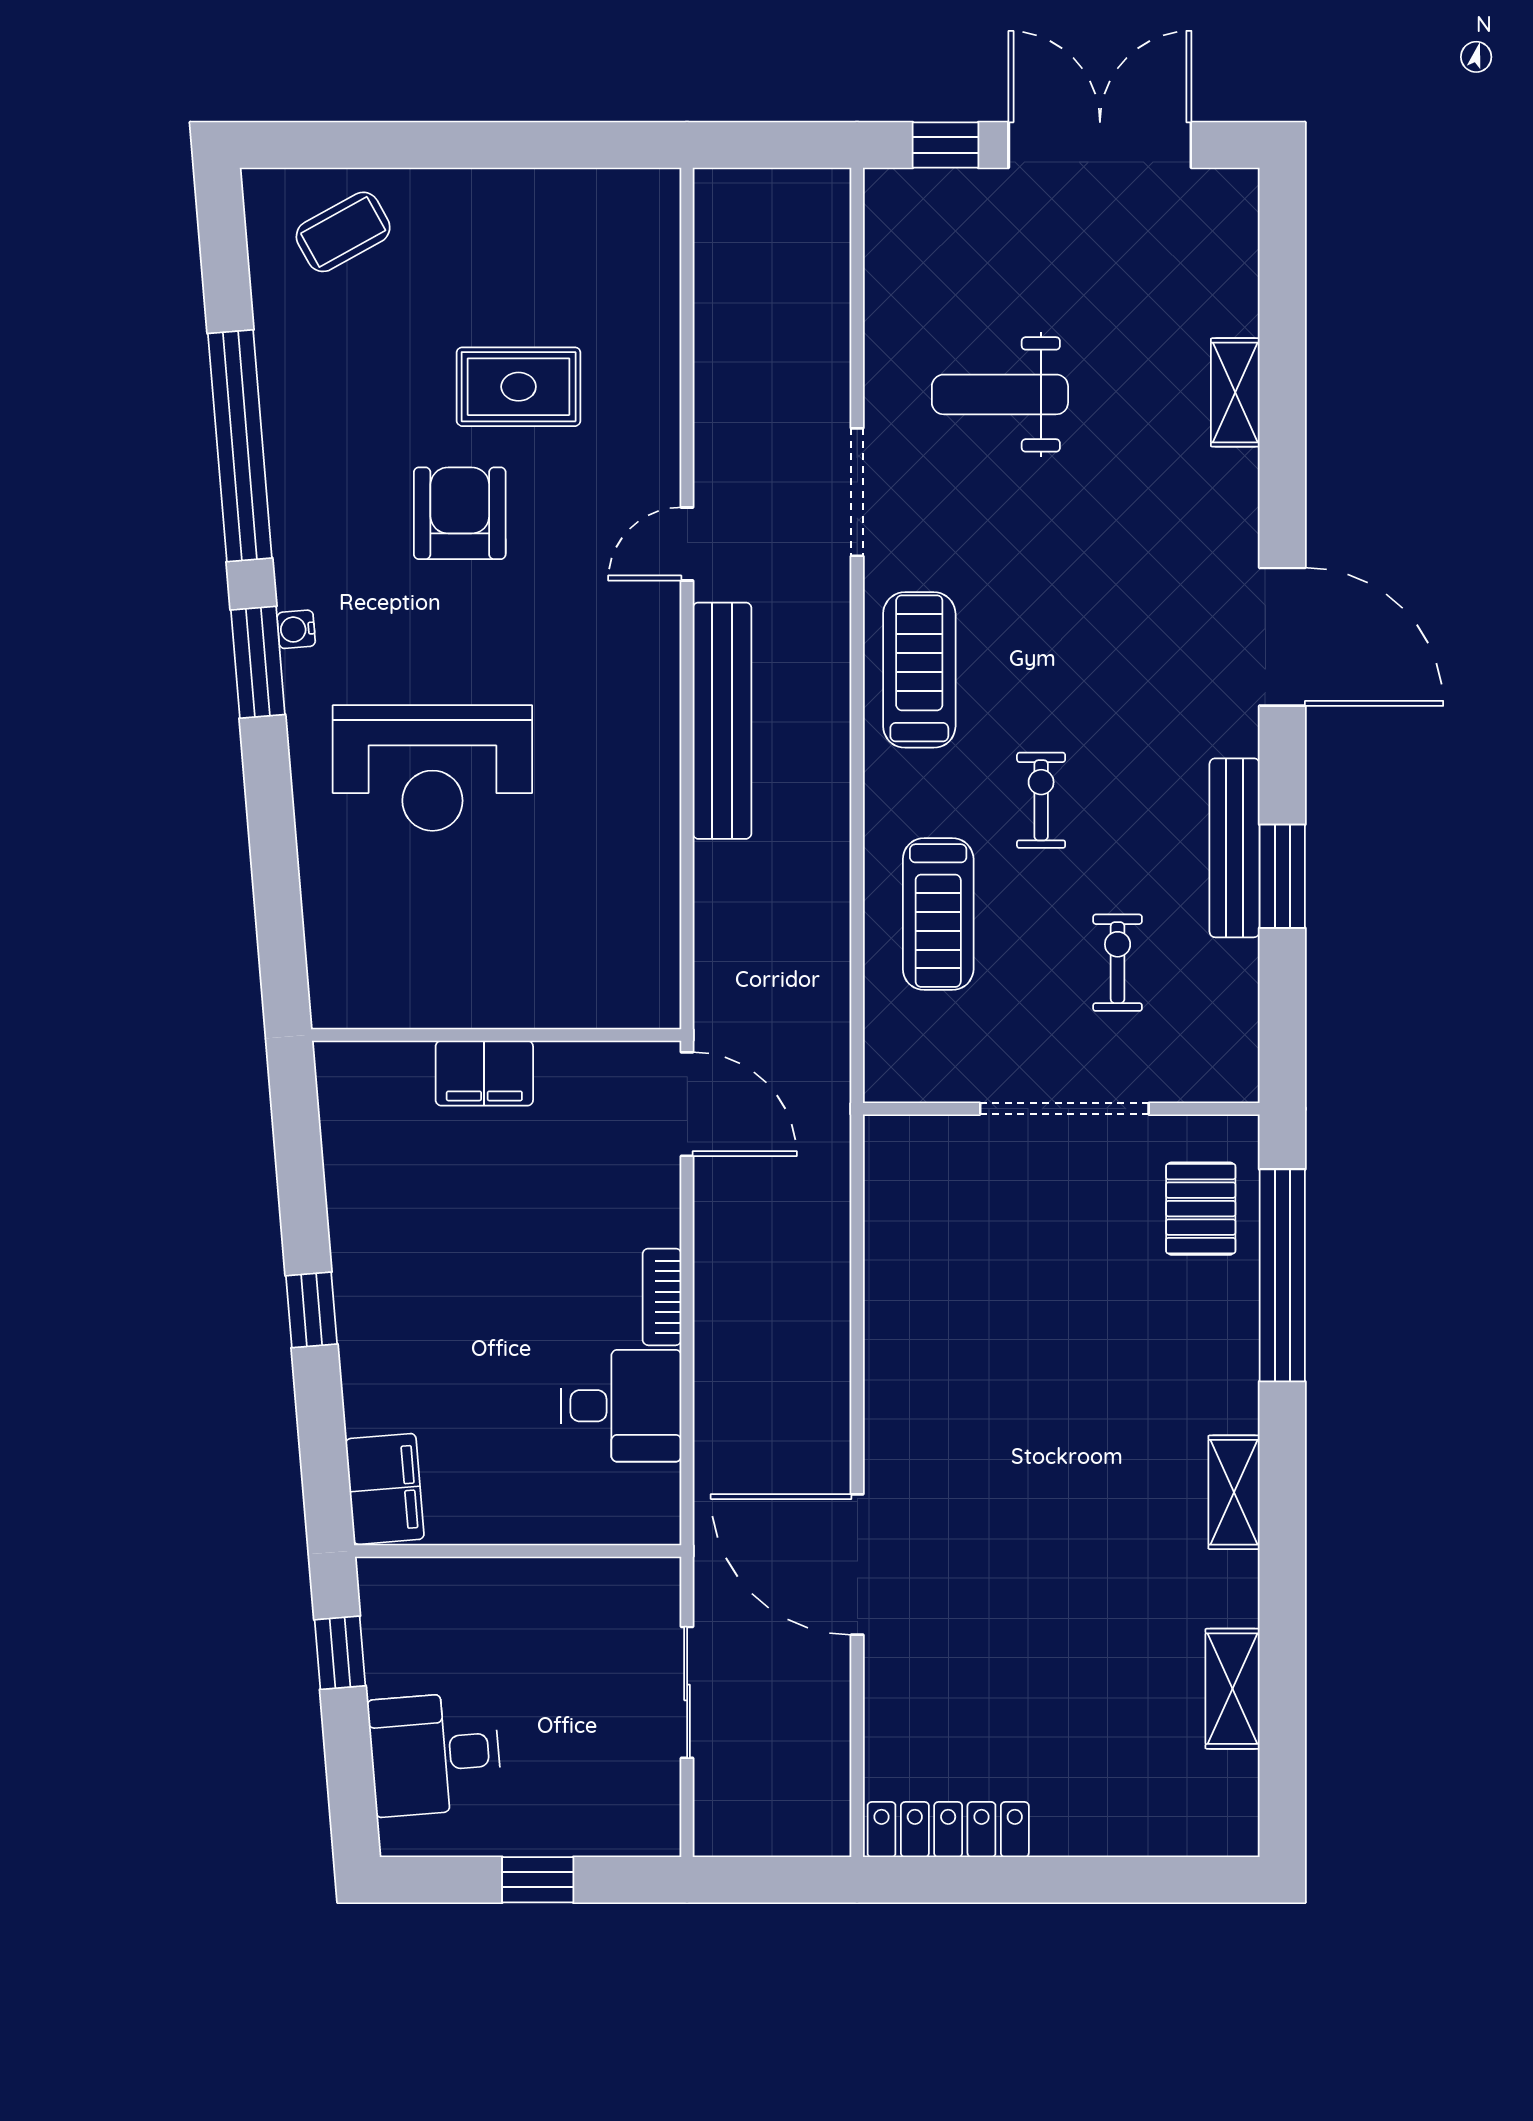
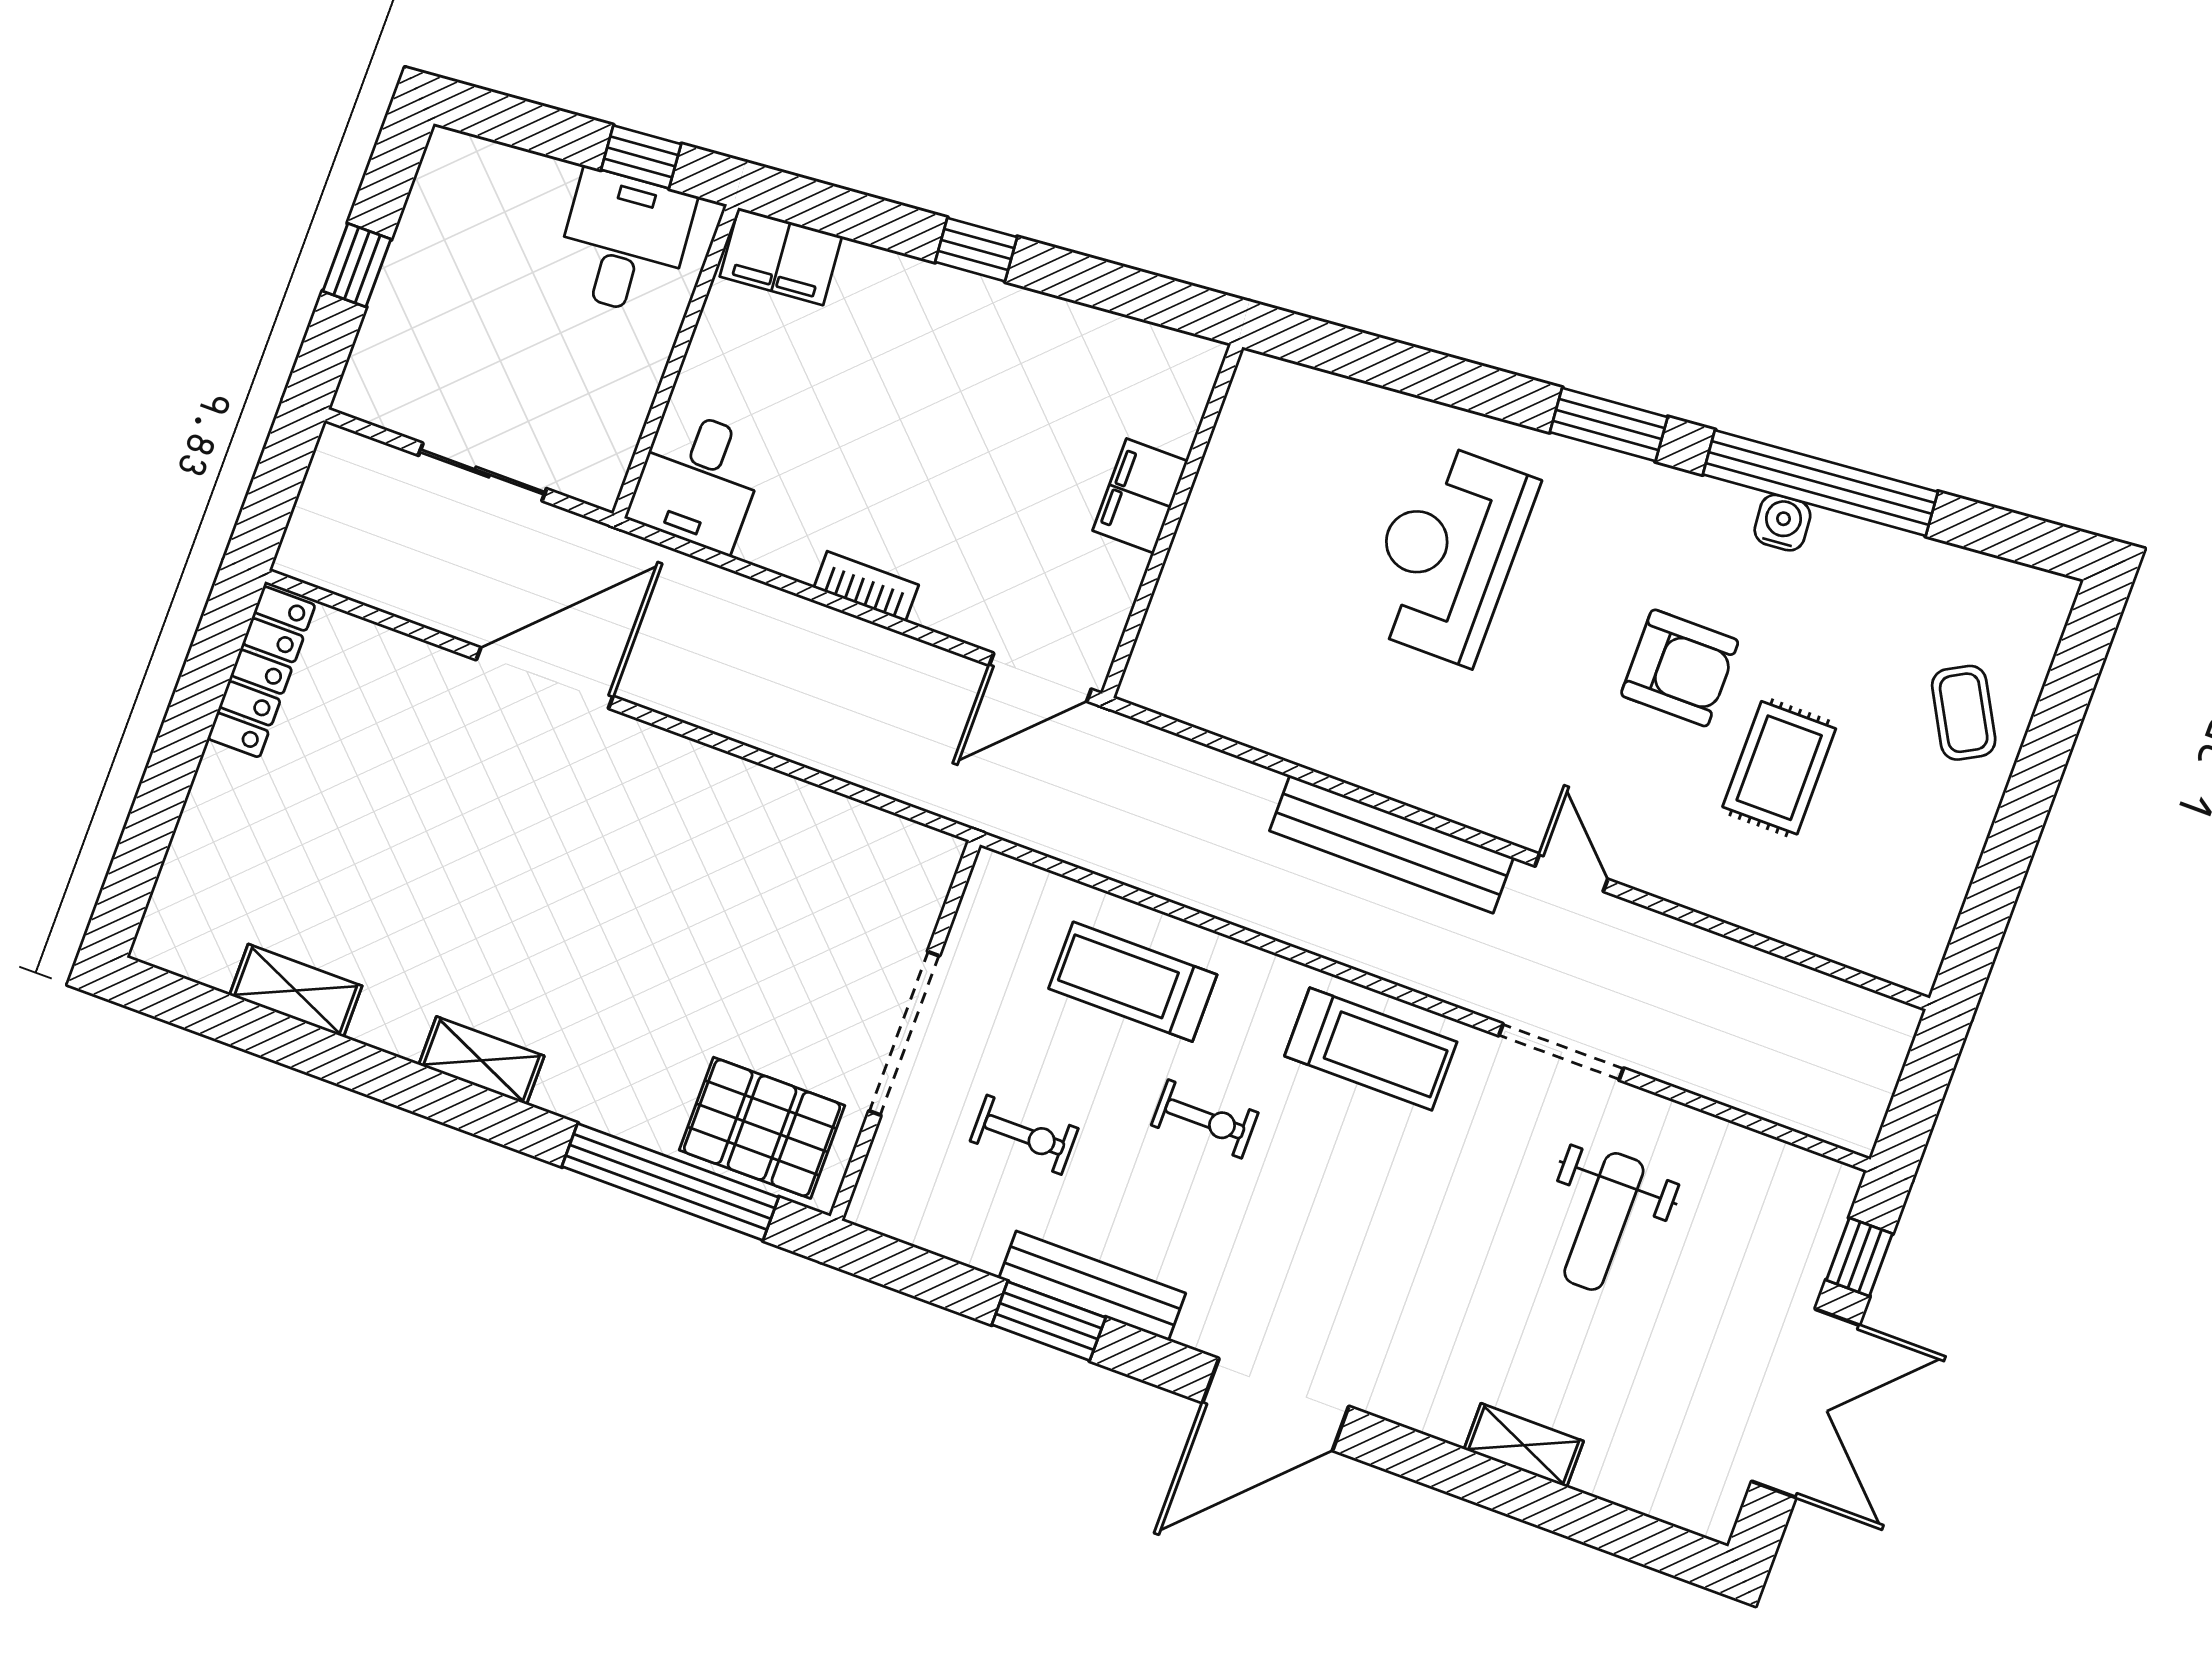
coffee table: (343, 232) -> (1964, 713), moved
weight bench: (1000, 394) -> (1604, 1221), turned 180
water cooler: (296, 629) -> (1782, 523), moved, width x1.38, depth x1.38
pallet: (1201, 1209) -> (762, 1128), width x1.50, depth x1.42
desk: (621, 1406) -> (698, 480), moved
desk: (435, 1754) -> (624, 243), moved

